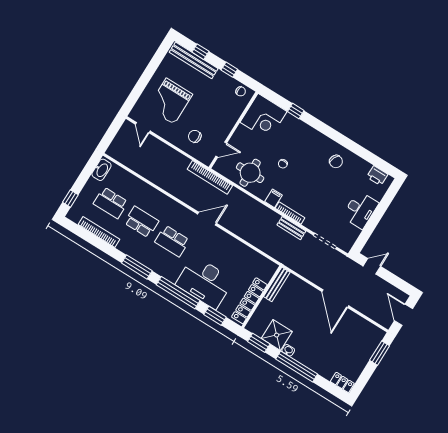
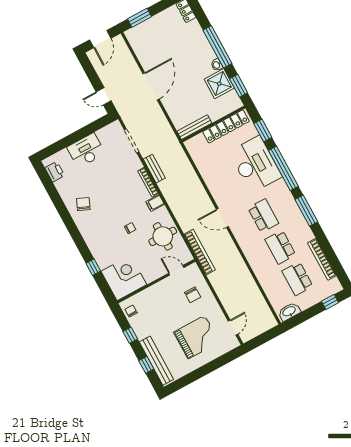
school desk: (111, 203) -> (297, 279), turned 180

